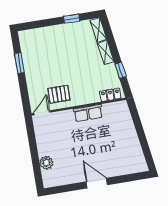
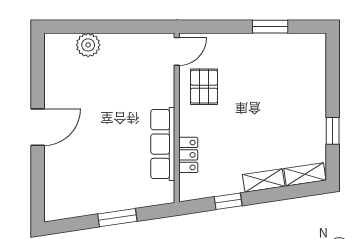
locker: (110, 95) -> (188, 155), moved
door: (42, 113) -> (177, 51), hinge flipped
row of seats: (88, 113) -> (163, 144), width x1.48
window: (140, 130) -> (117, 218), added

